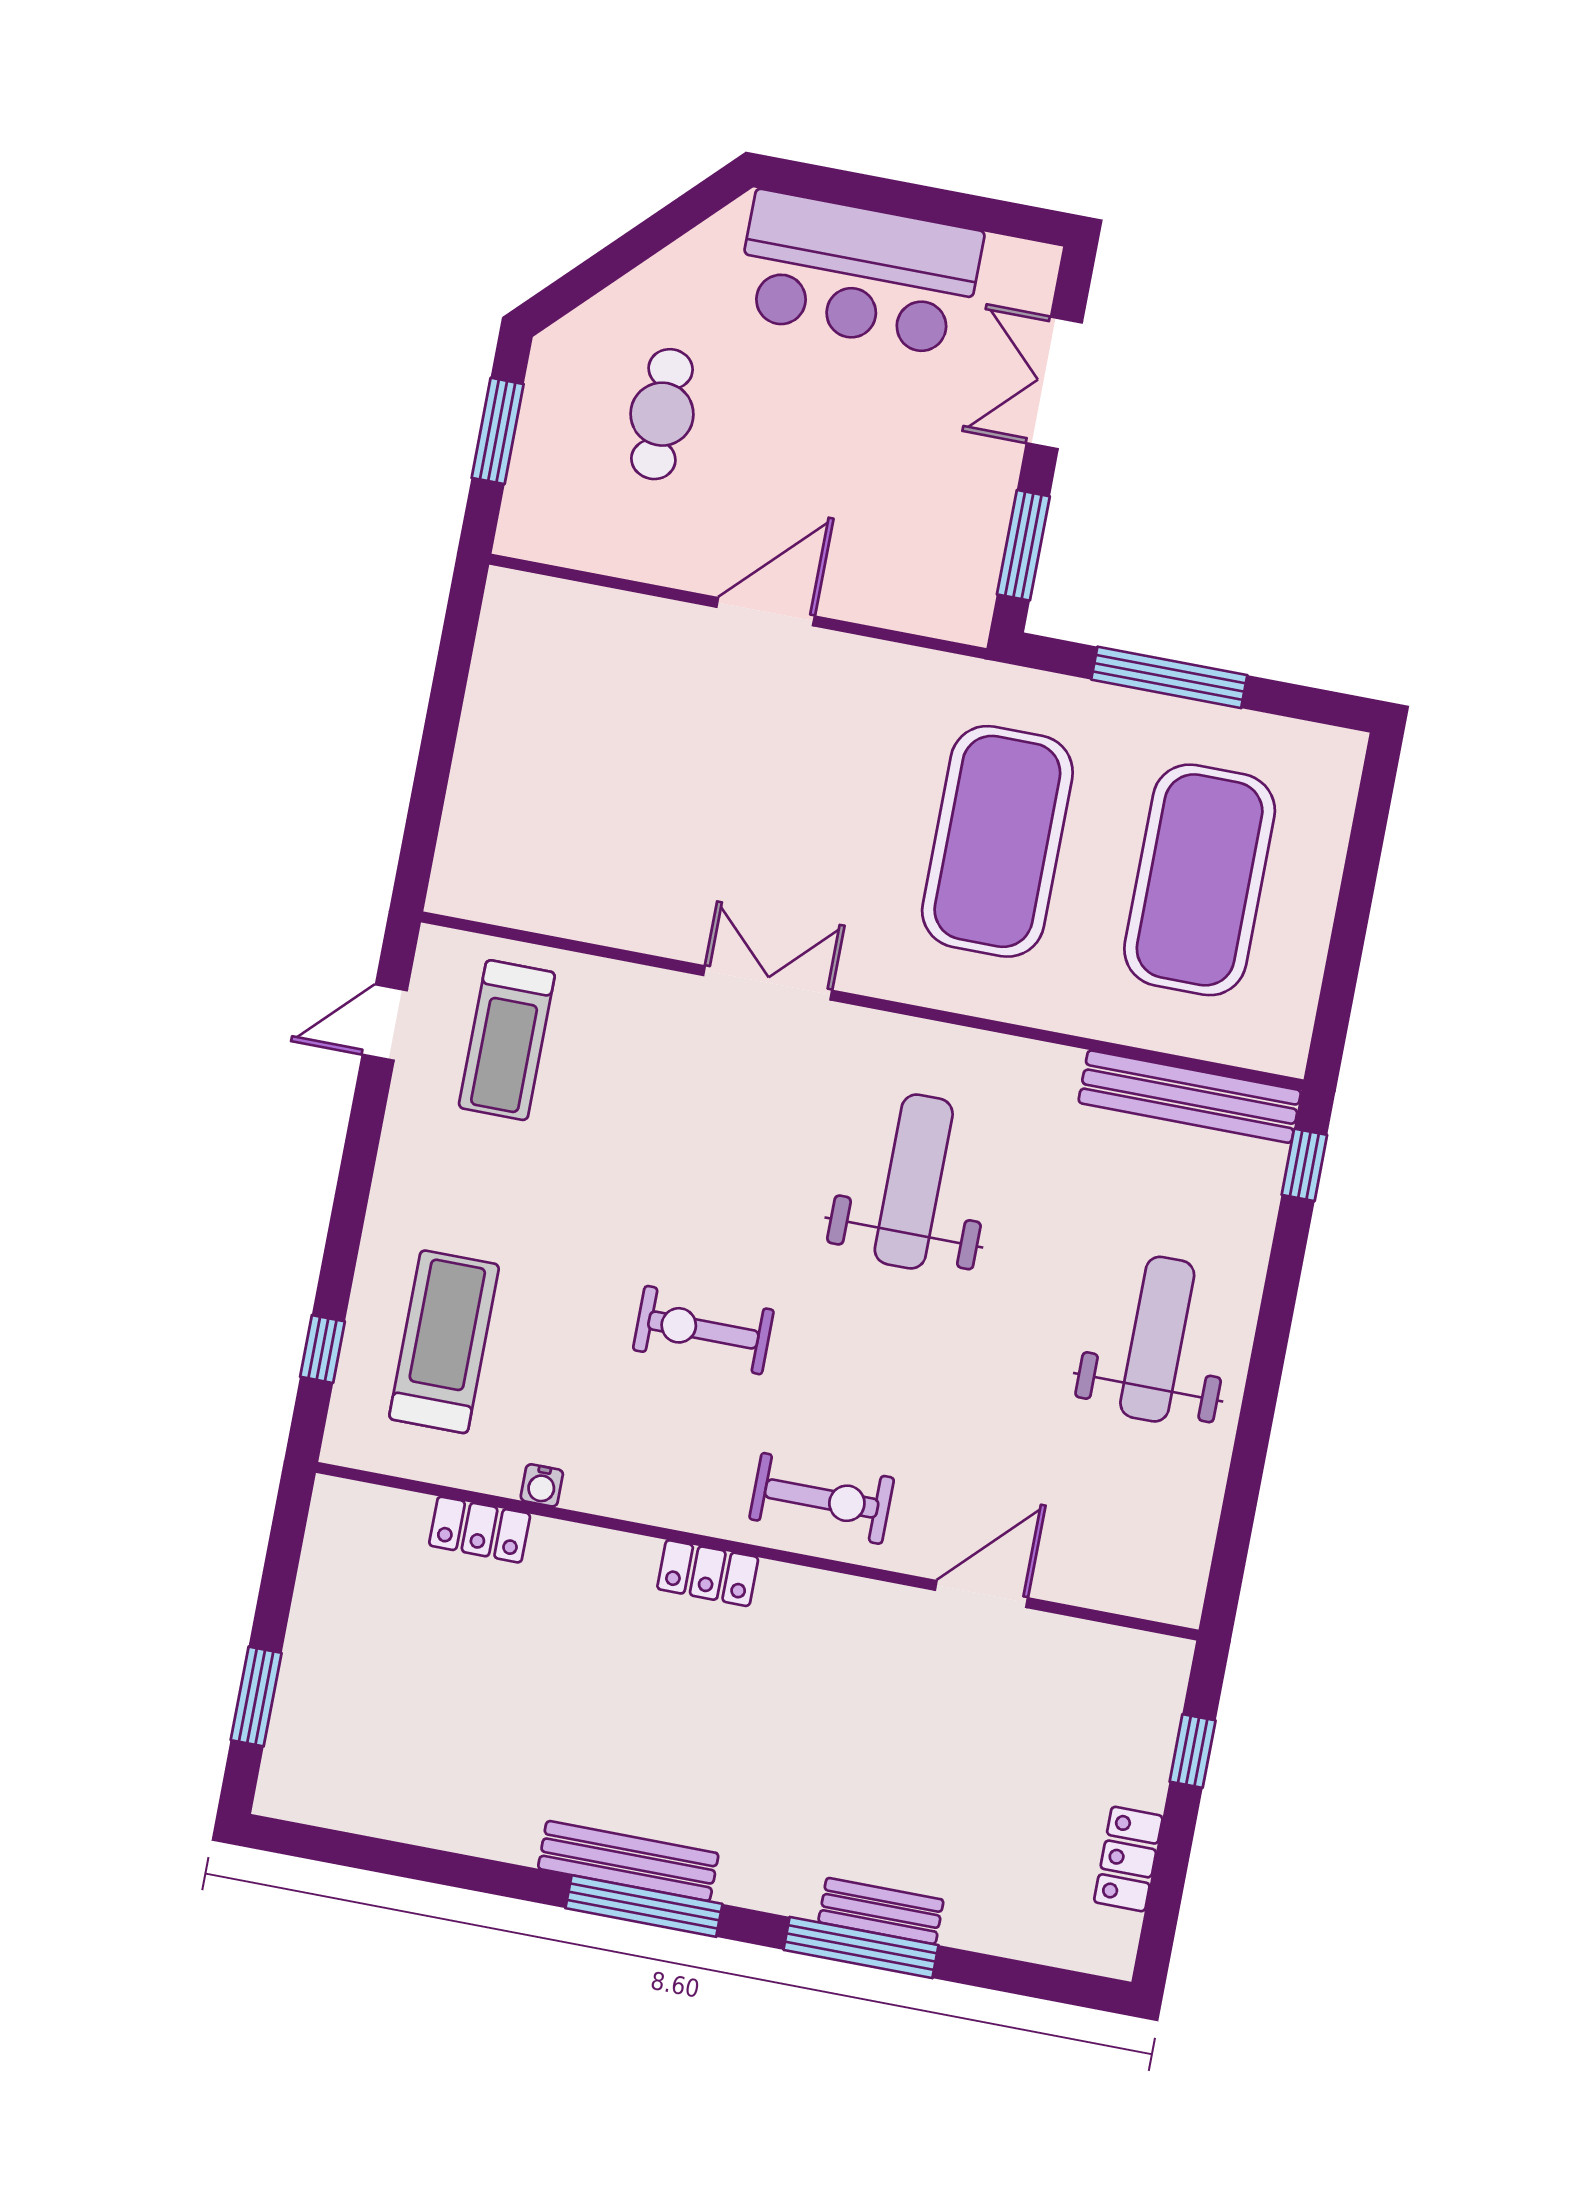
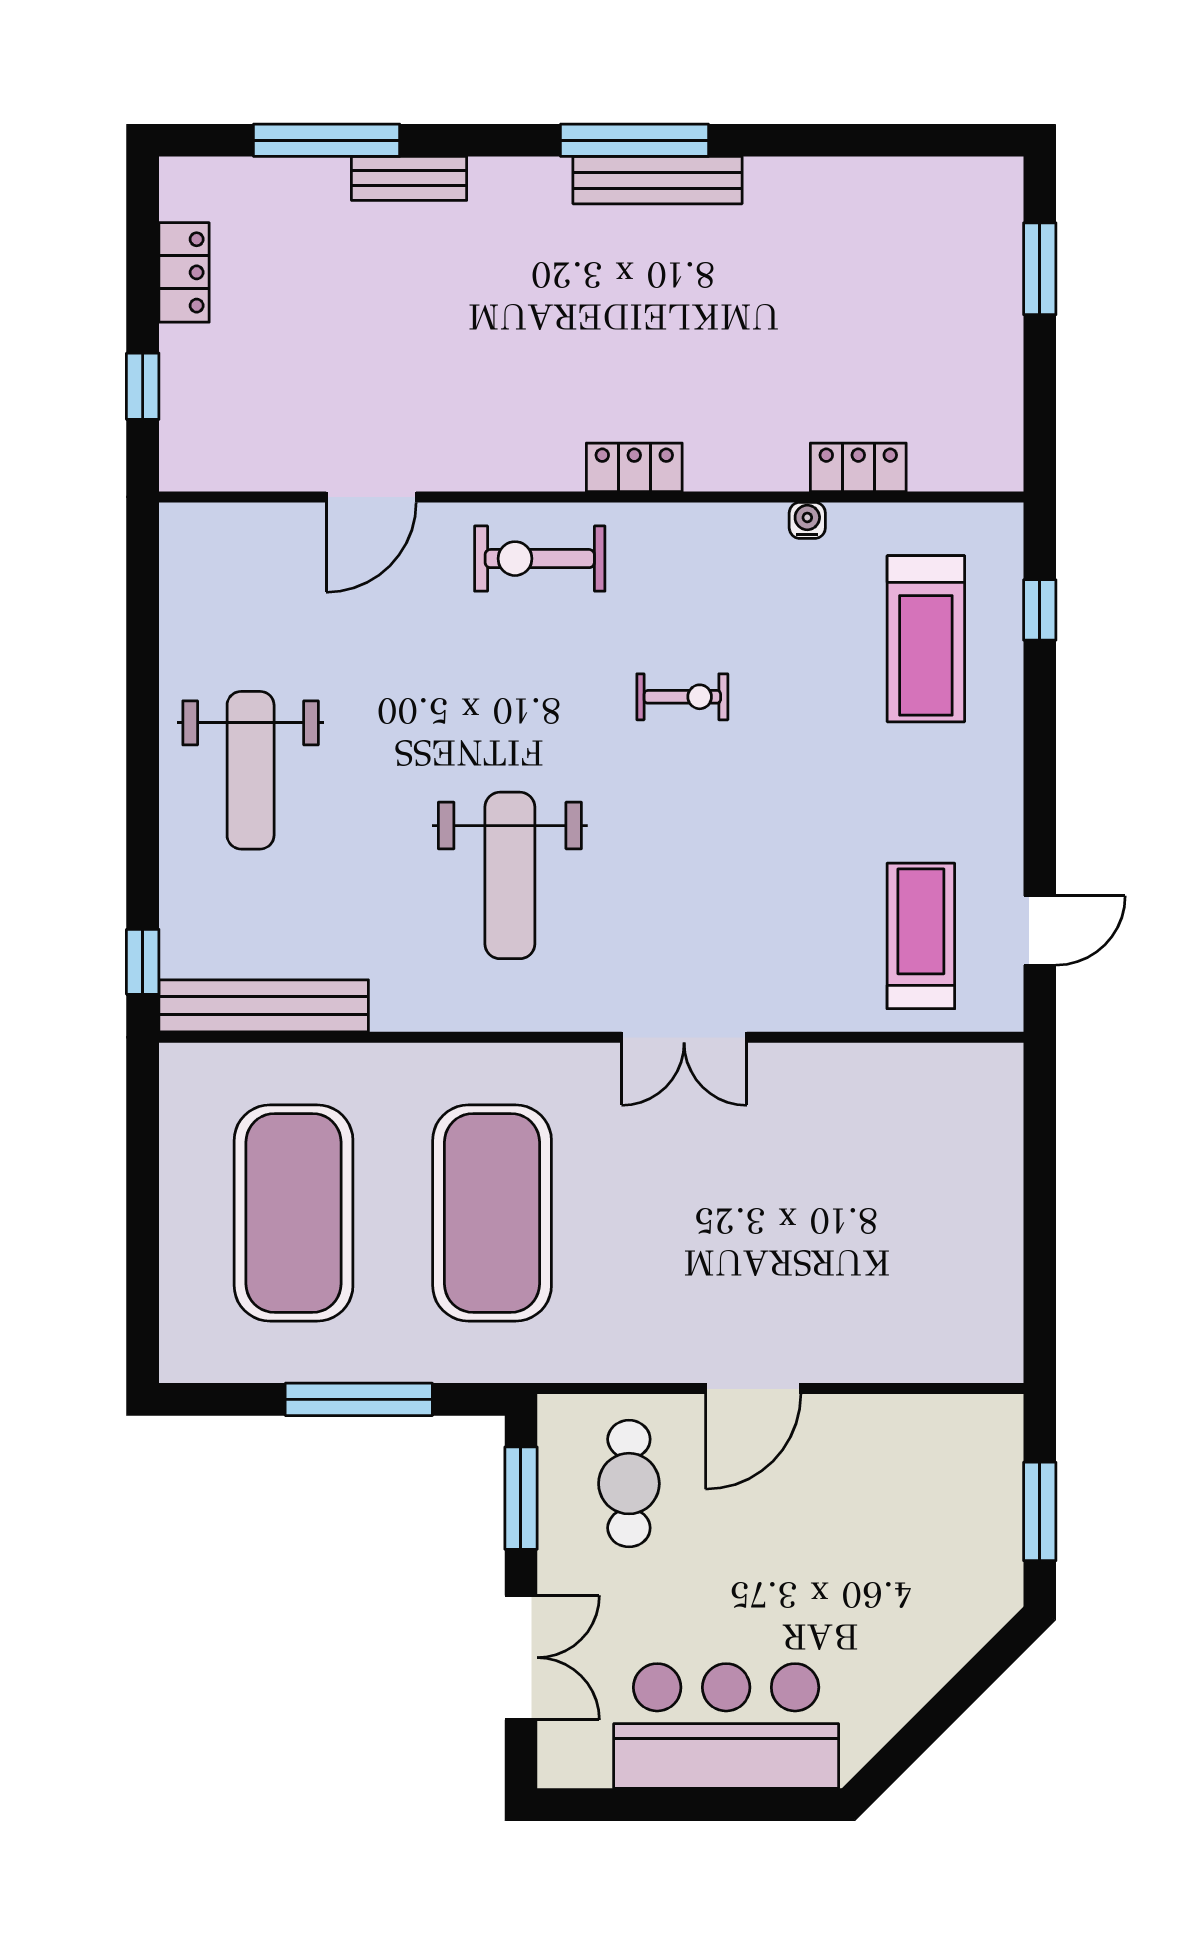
cafe table: (662, 414) -> (629, 1484), moved
exercise bike: (703, 1330) -> (682, 697), width x0.73, depth x0.72
window: (861, 1947) -> (327, 140), moved

